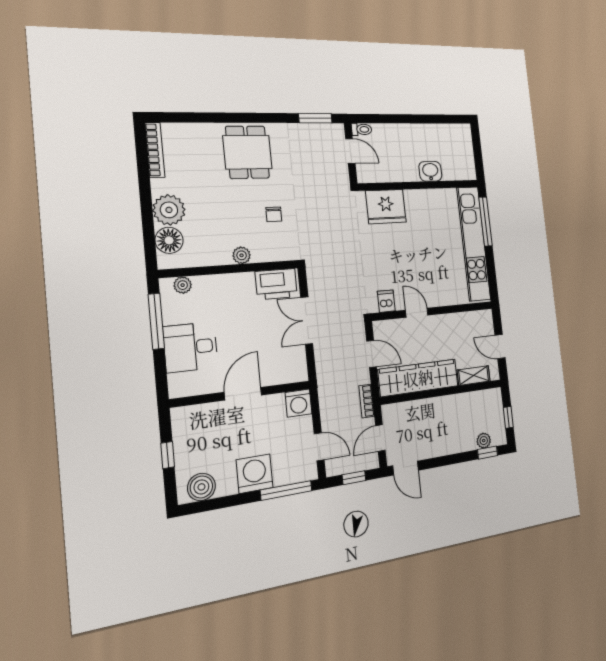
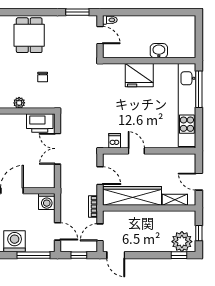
fridge: (386, 207) -> (139, 75), moved
plant: (484, 441) -> (182, 242), width x1.88, depth x1.88

